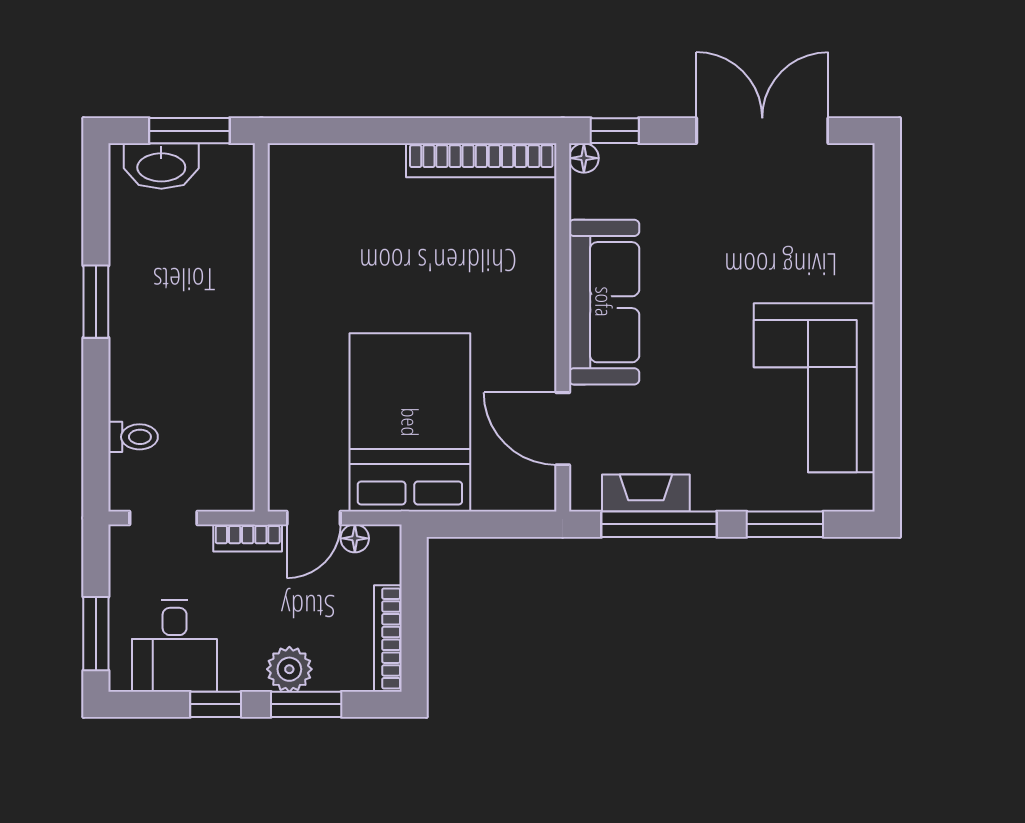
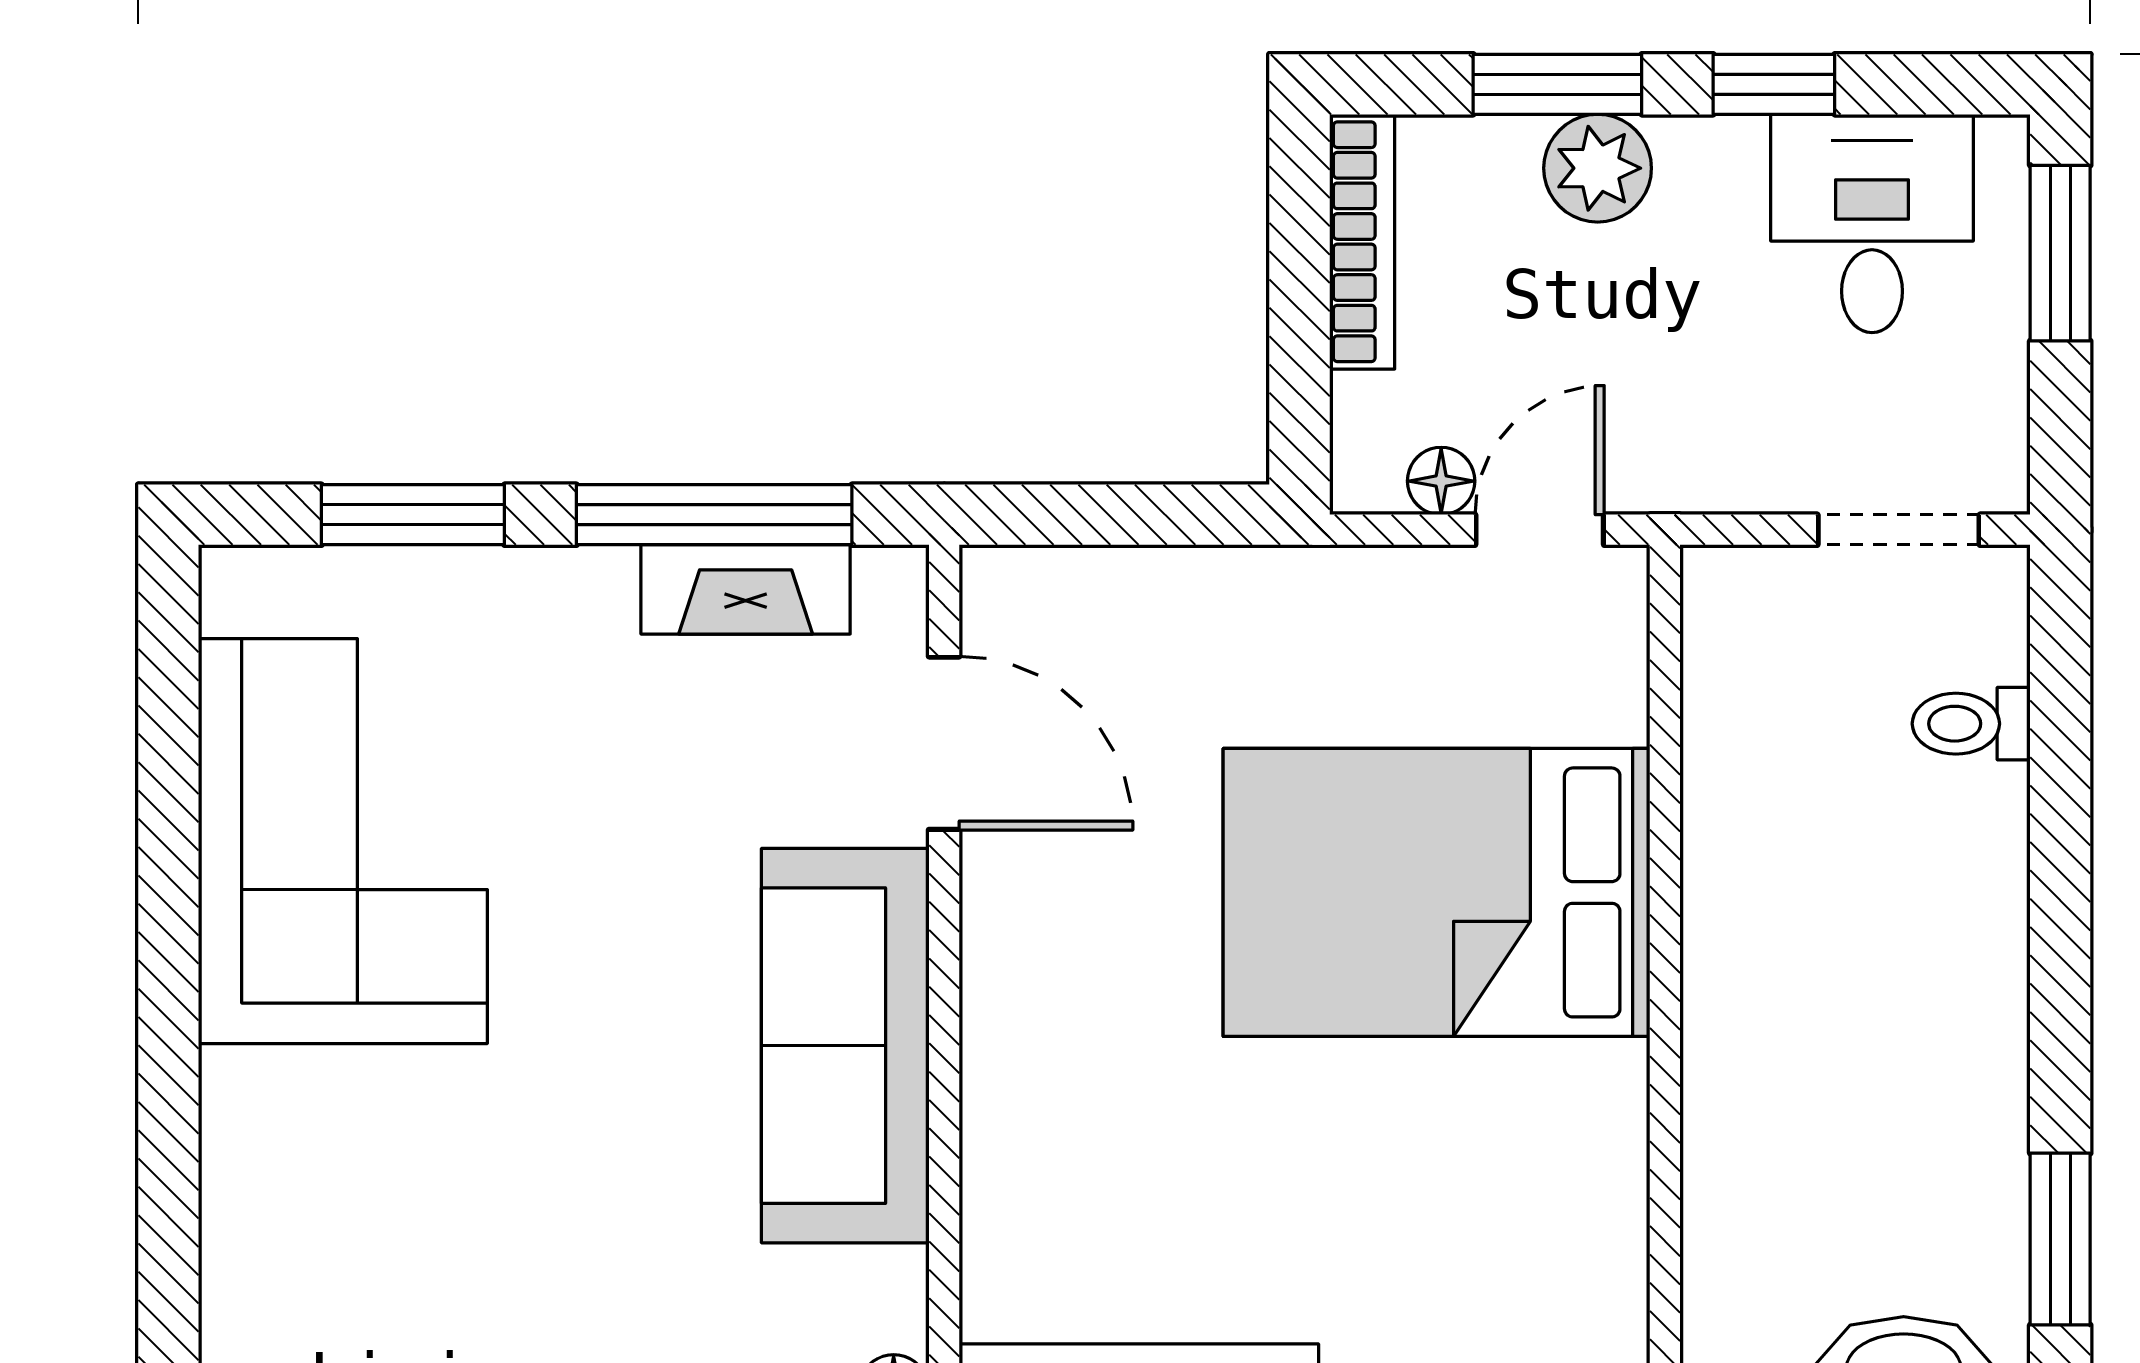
window: (96, 302) -> (2060, 1239), moved
bed: (410, 422) -> (1437, 892), moved, turned 90
bookcase: (248, 538) -> (1697, 482), removed

